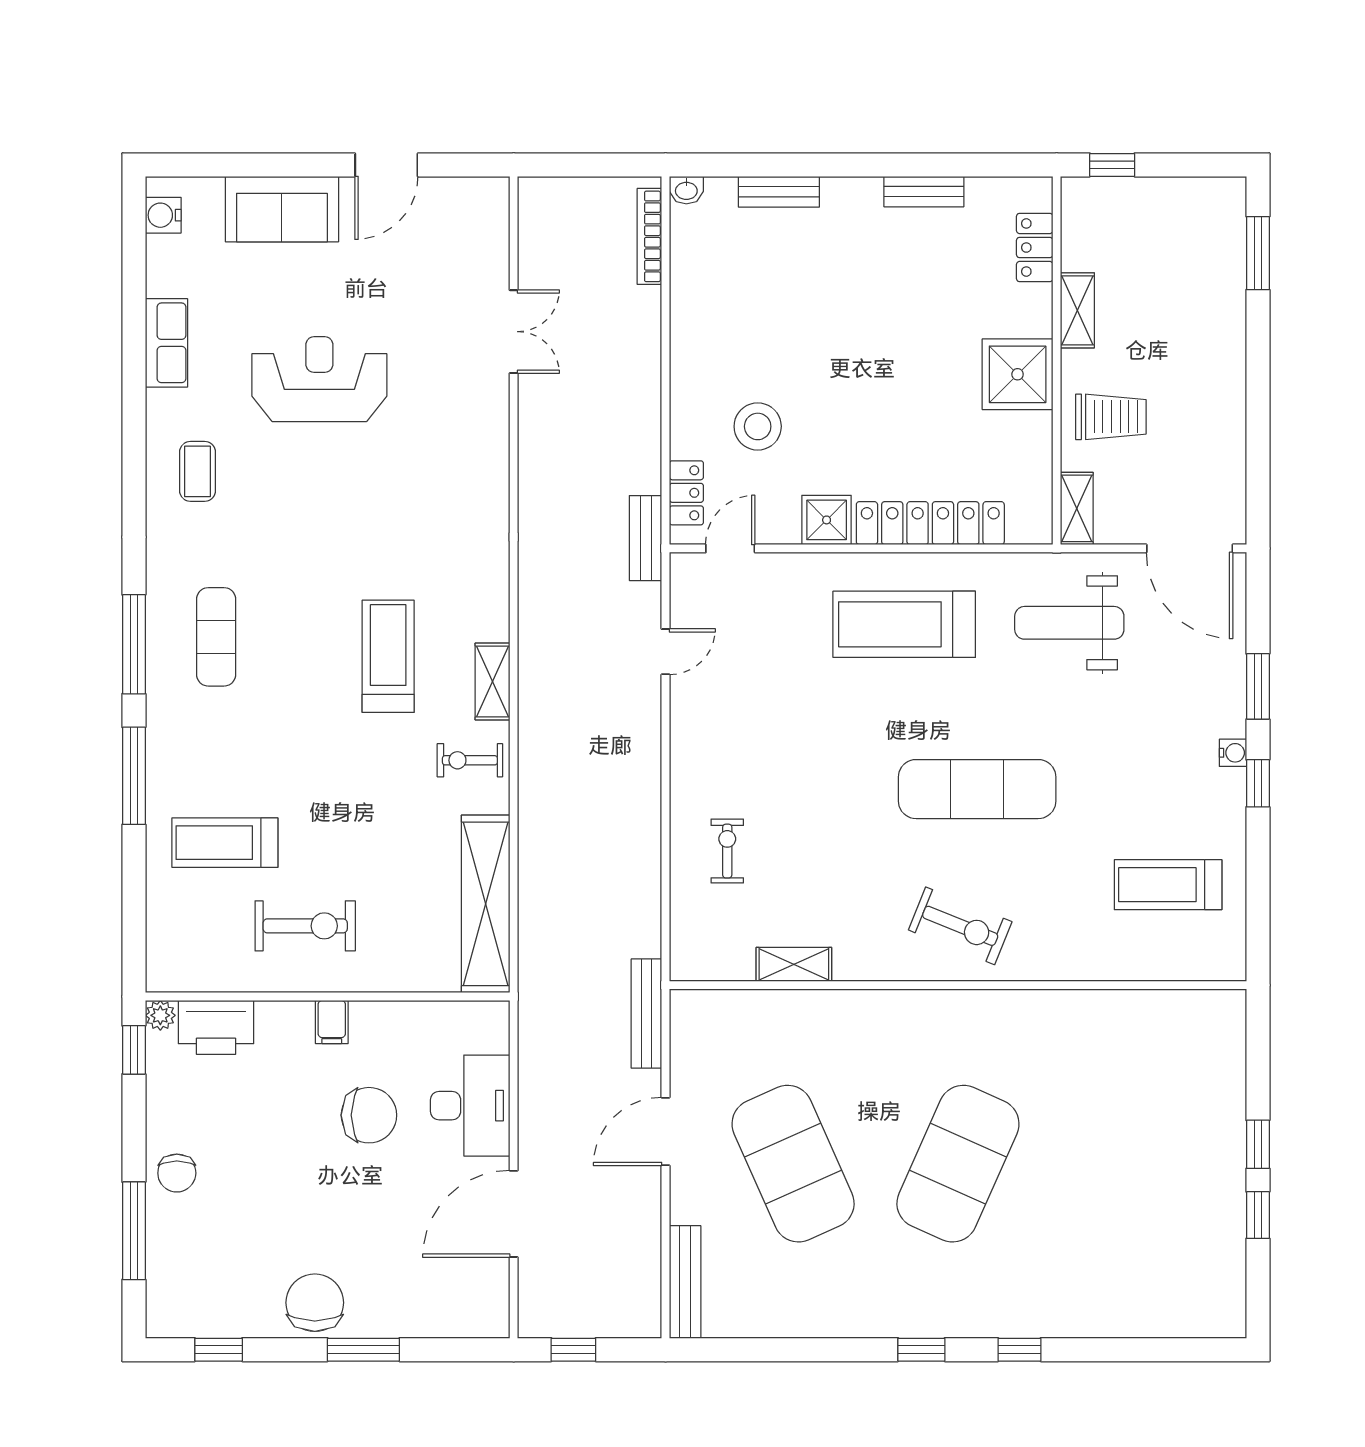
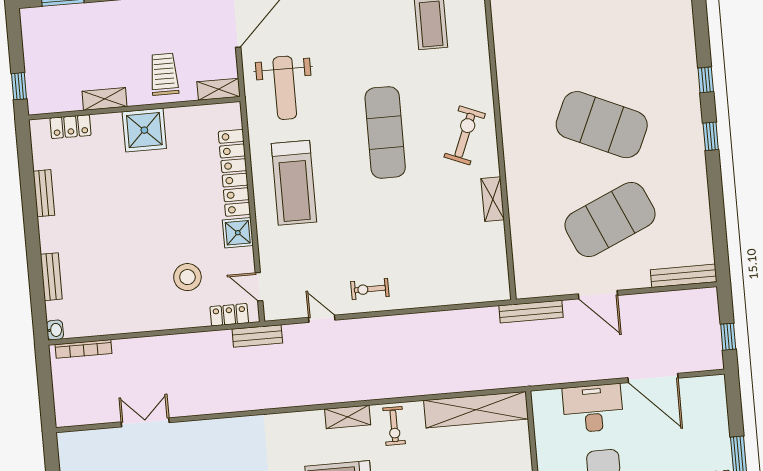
exercise bike: (727, 851) -> (370, 289), moved
shelving: (794, 964) -> (493, 199), moved

